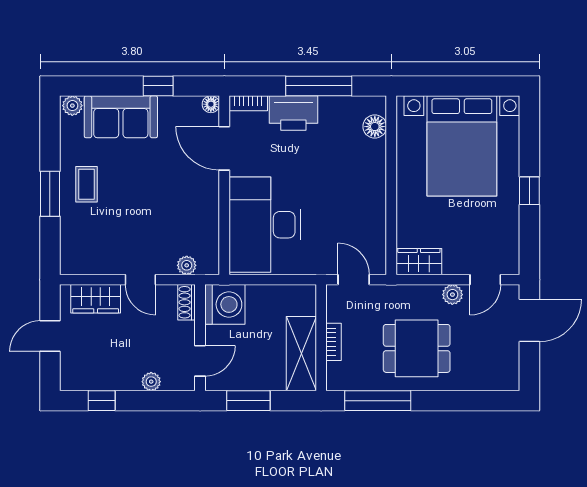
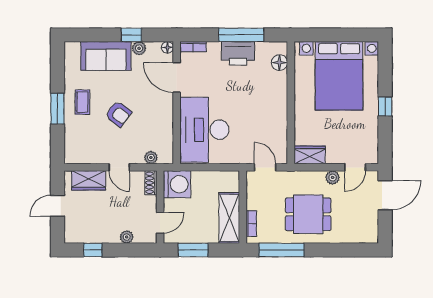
plant: (72, 106) -> (139, 48), moved
printer: (293, 113) -> (238, 53), moved
armchair: (139, 202) -> (118, 114), added
bookcase: (333, 342) -> (251, 224), moved

